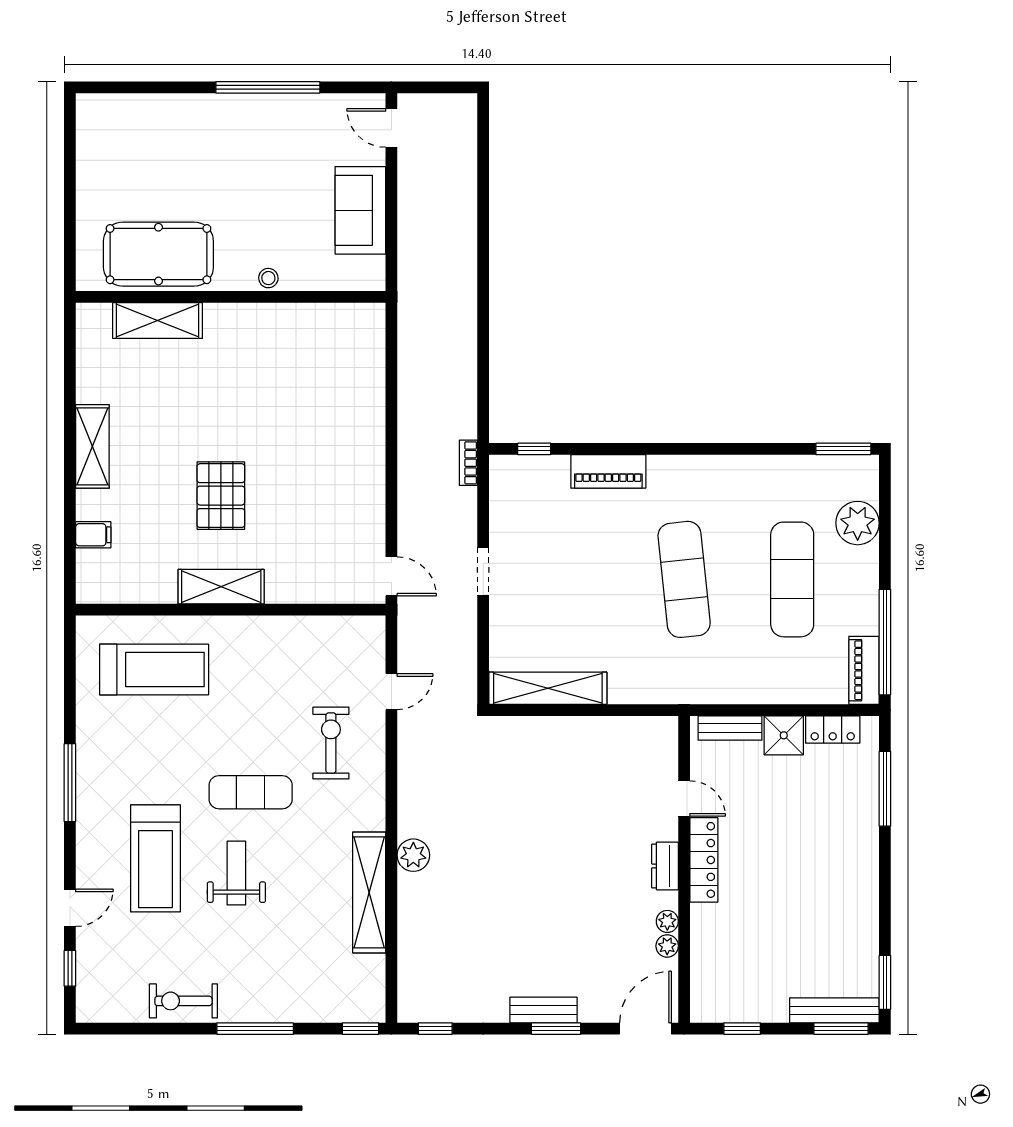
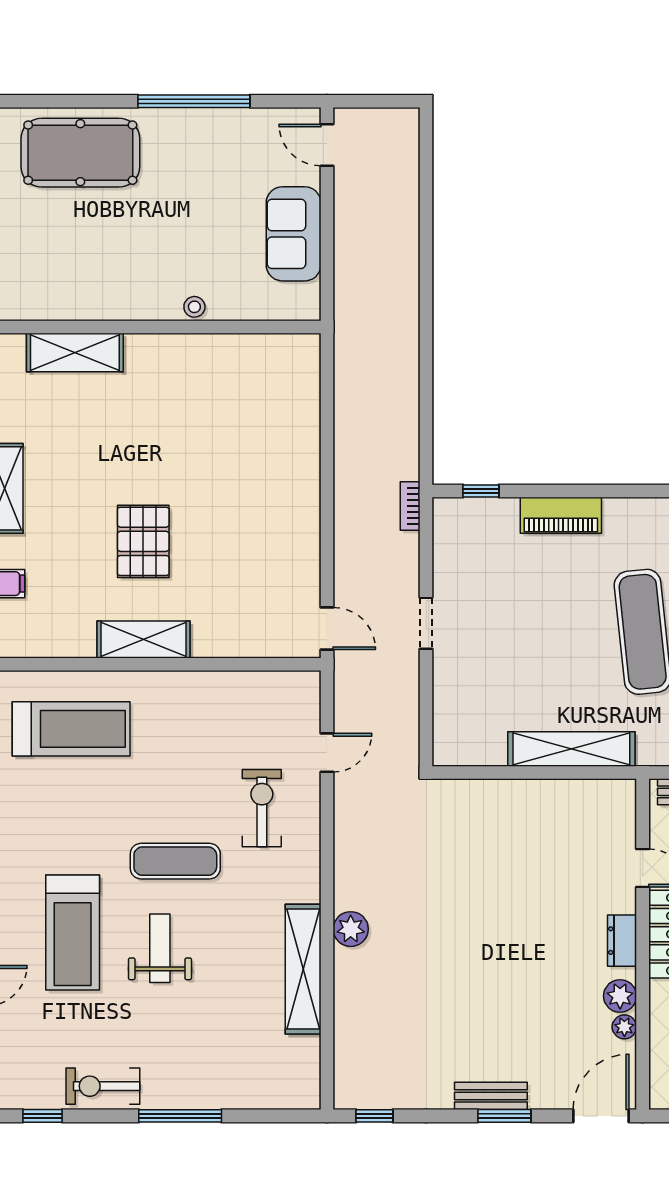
pool table: (158, 254) -> (80, 153), moved
shelving: (548, 688) -> (571, 749), moved
plant: (667, 921) -> (620, 996), width x1.38, depth x1.38
window: (361, 1029) -> (42, 1116), moved

